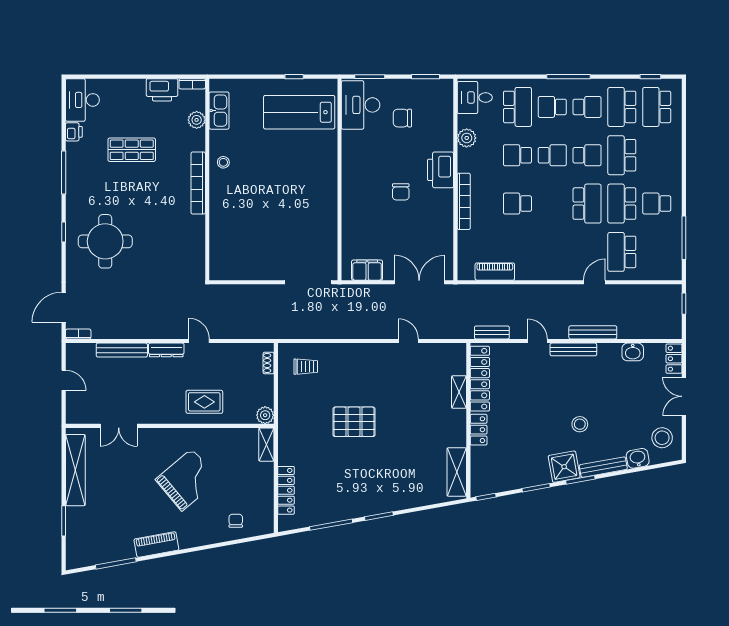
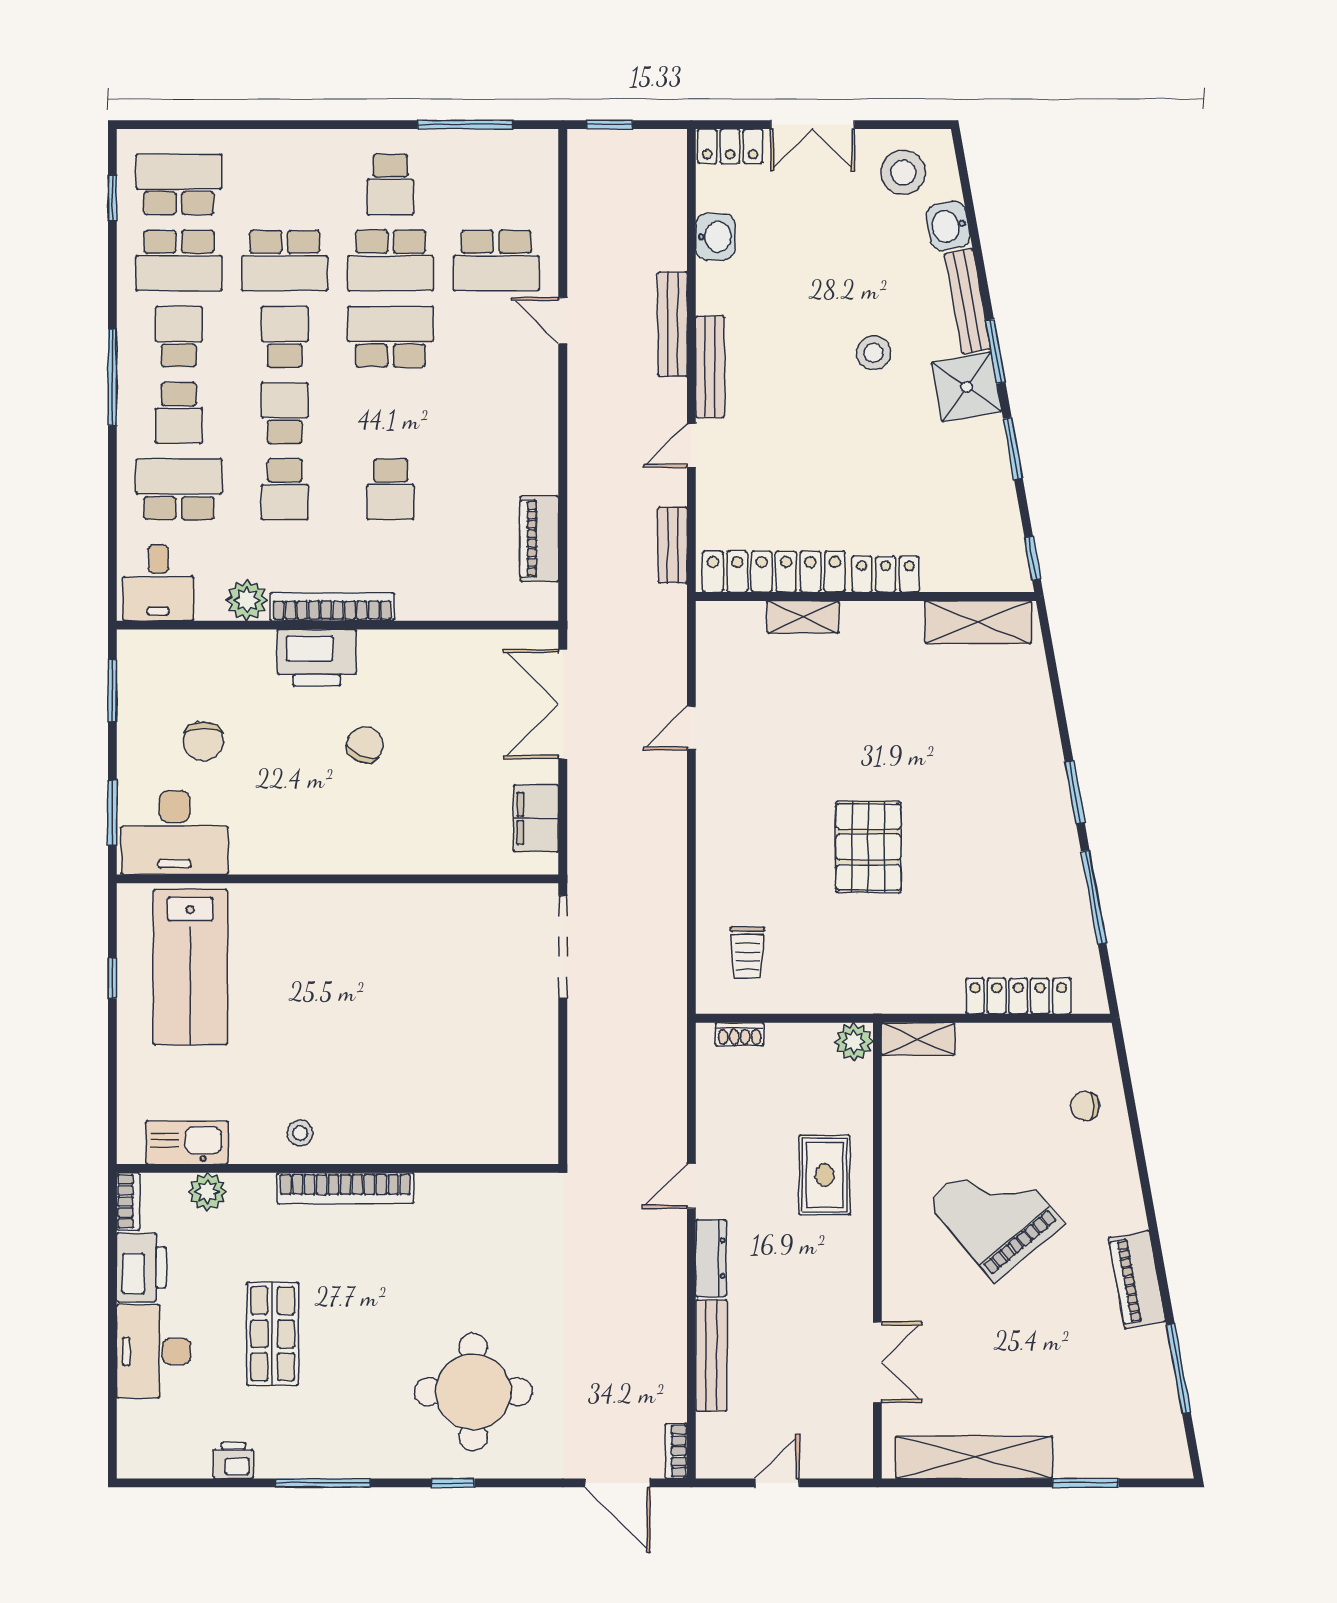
desk: (82, 100) -> (154, 1351), moved, turned 90
school desk: (657, 107) -> (179, 184), turned 180
chair: (401, 192) -> (365, 745), turned -68
bookcase: (464, 201) -> (332, 607), moved
trolley: (306, 367) -> (747, 953), turned 180

